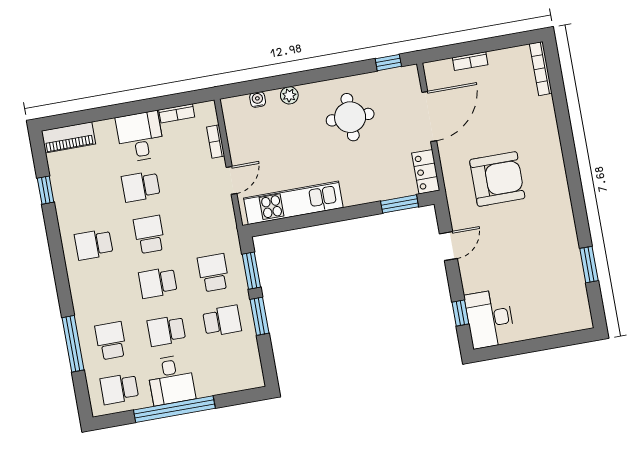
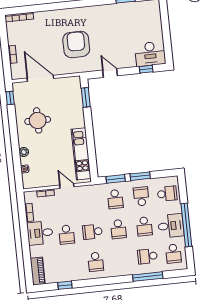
locker: (426, 172) -> (70, 82), removed
school desk: (213, 273) -> (115, 199), turned -90
school desk: (231, 369) -> (167, 194), added

